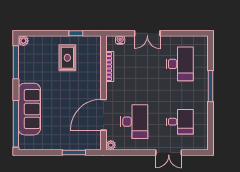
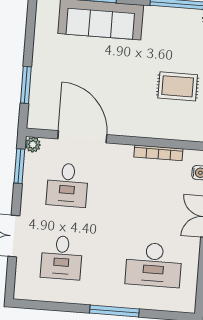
desk: (134, 122) -> (67, 185), width x0.73
window: (125, 152) -> (19, 166), added

